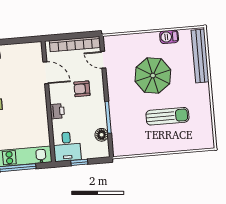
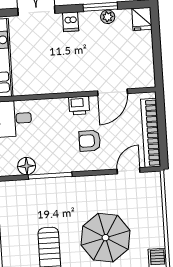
armchair: (82, 89) -> (90, 141), turned -90
printer: (57, 111) -> (79, 105), moved

